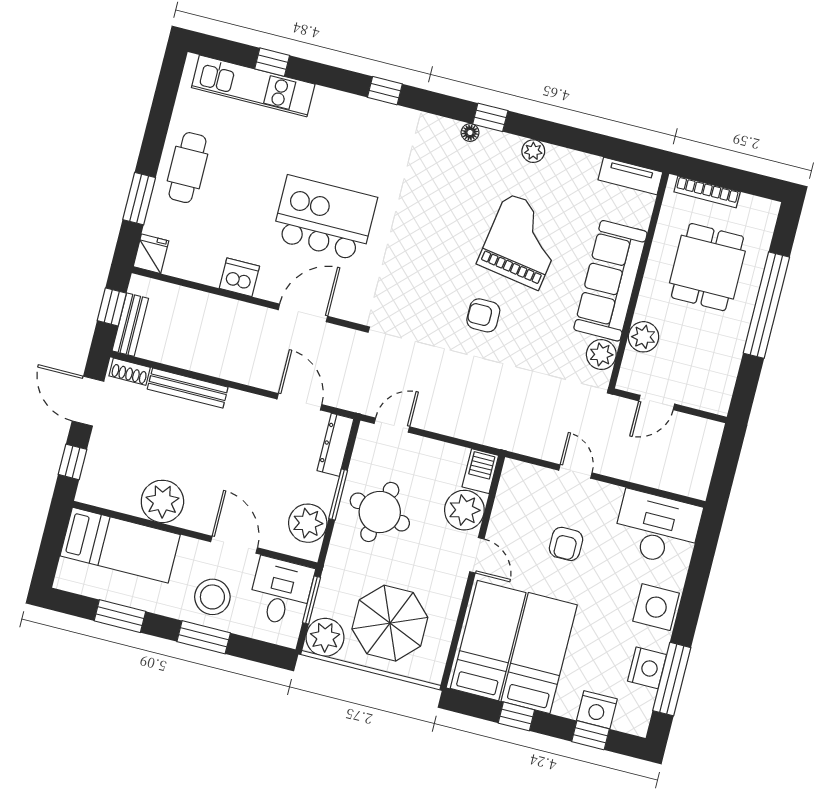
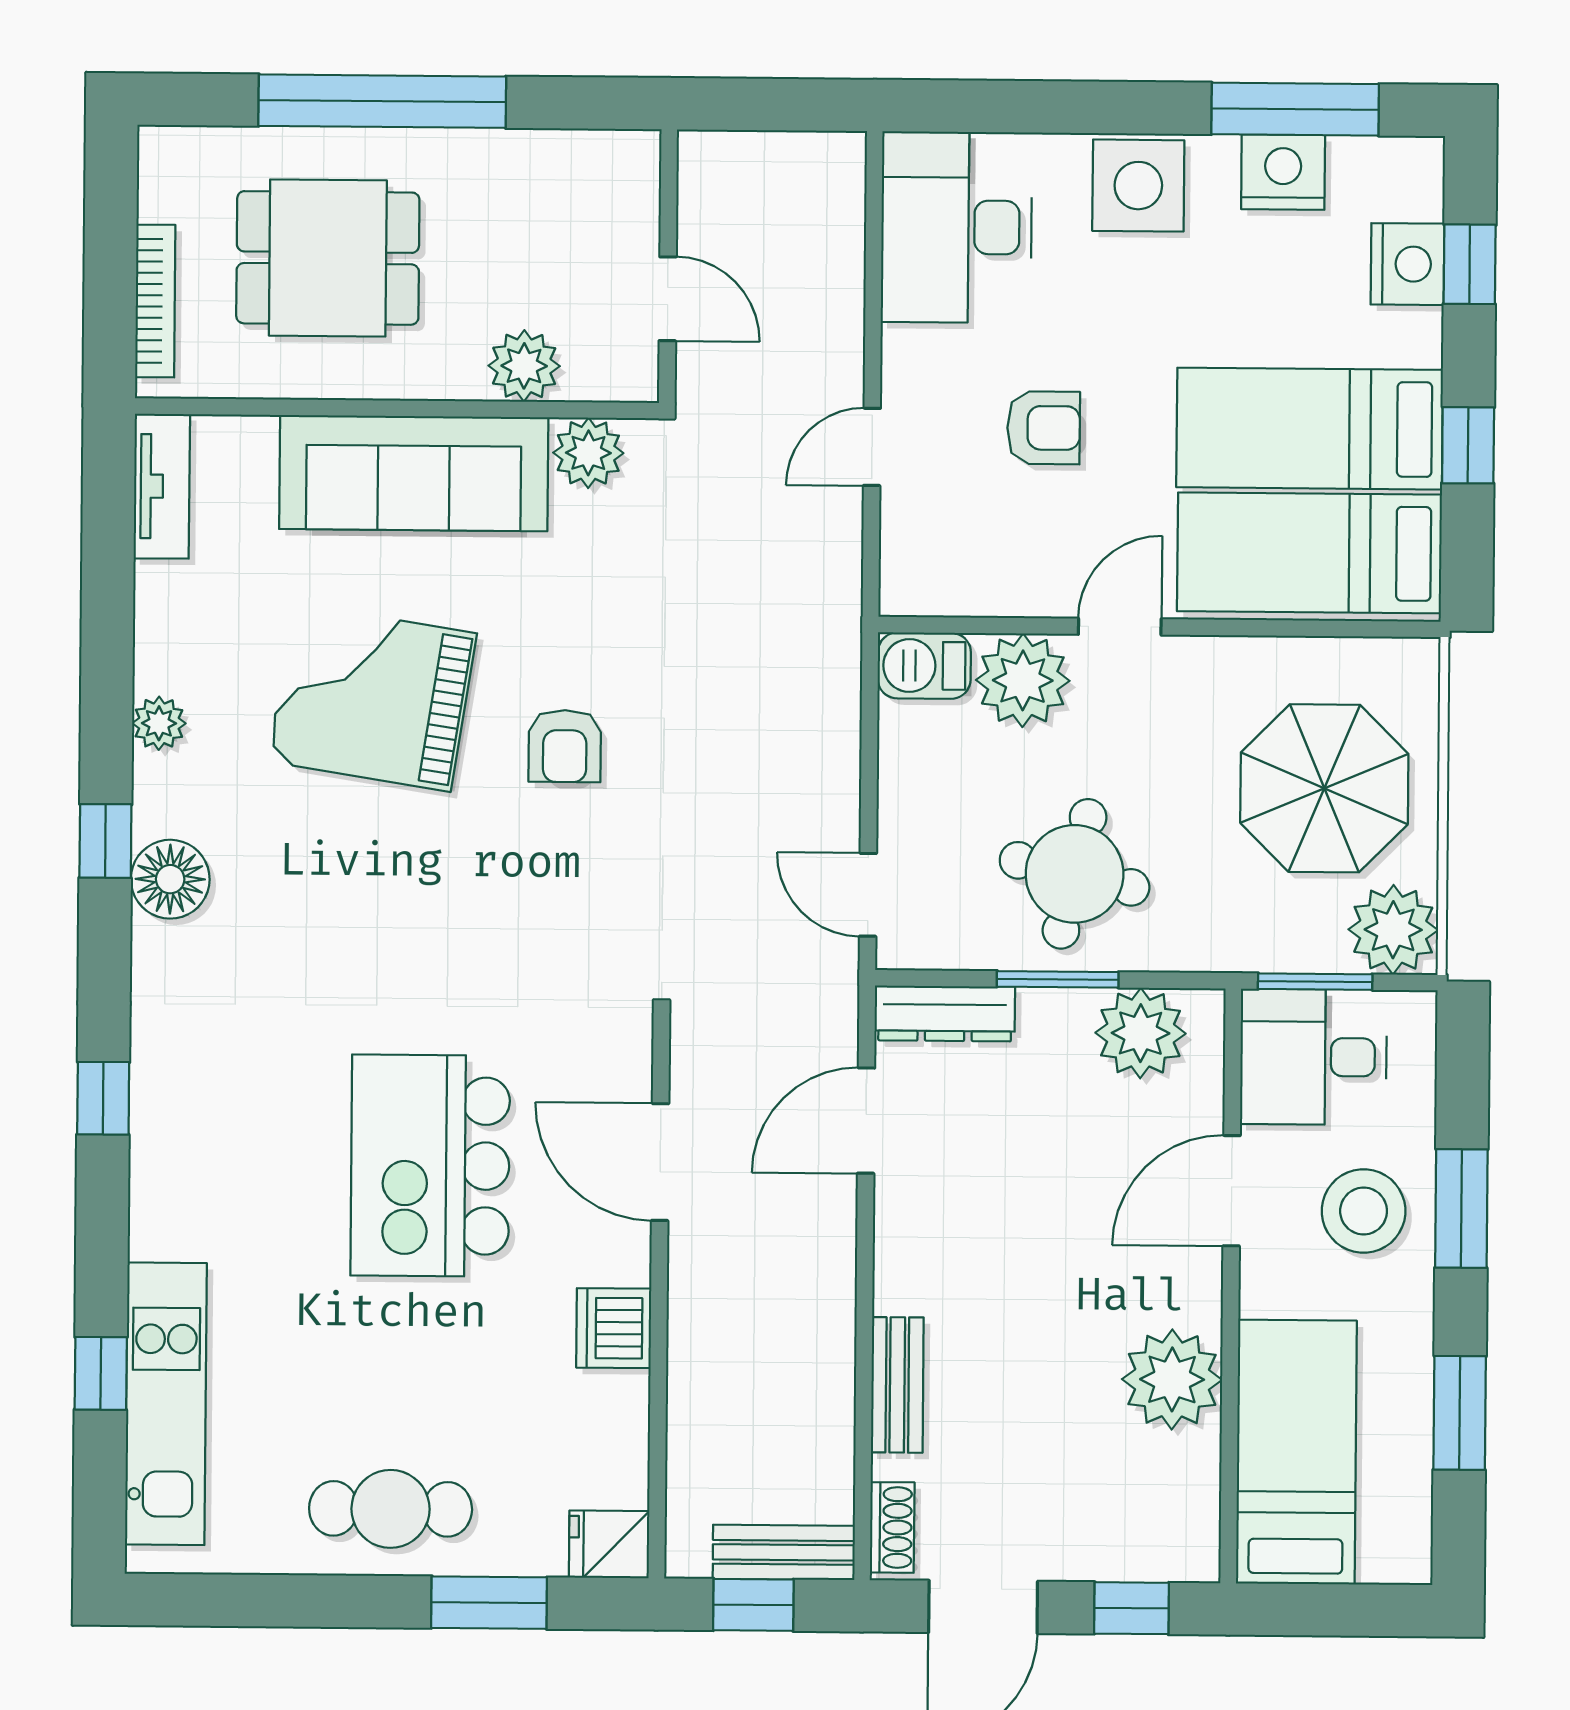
floor lamp: (470, 133) -> (170, 879), width x1.89, depth x1.89
bench: (188, 388) -> (897, 1385), width x0.73

